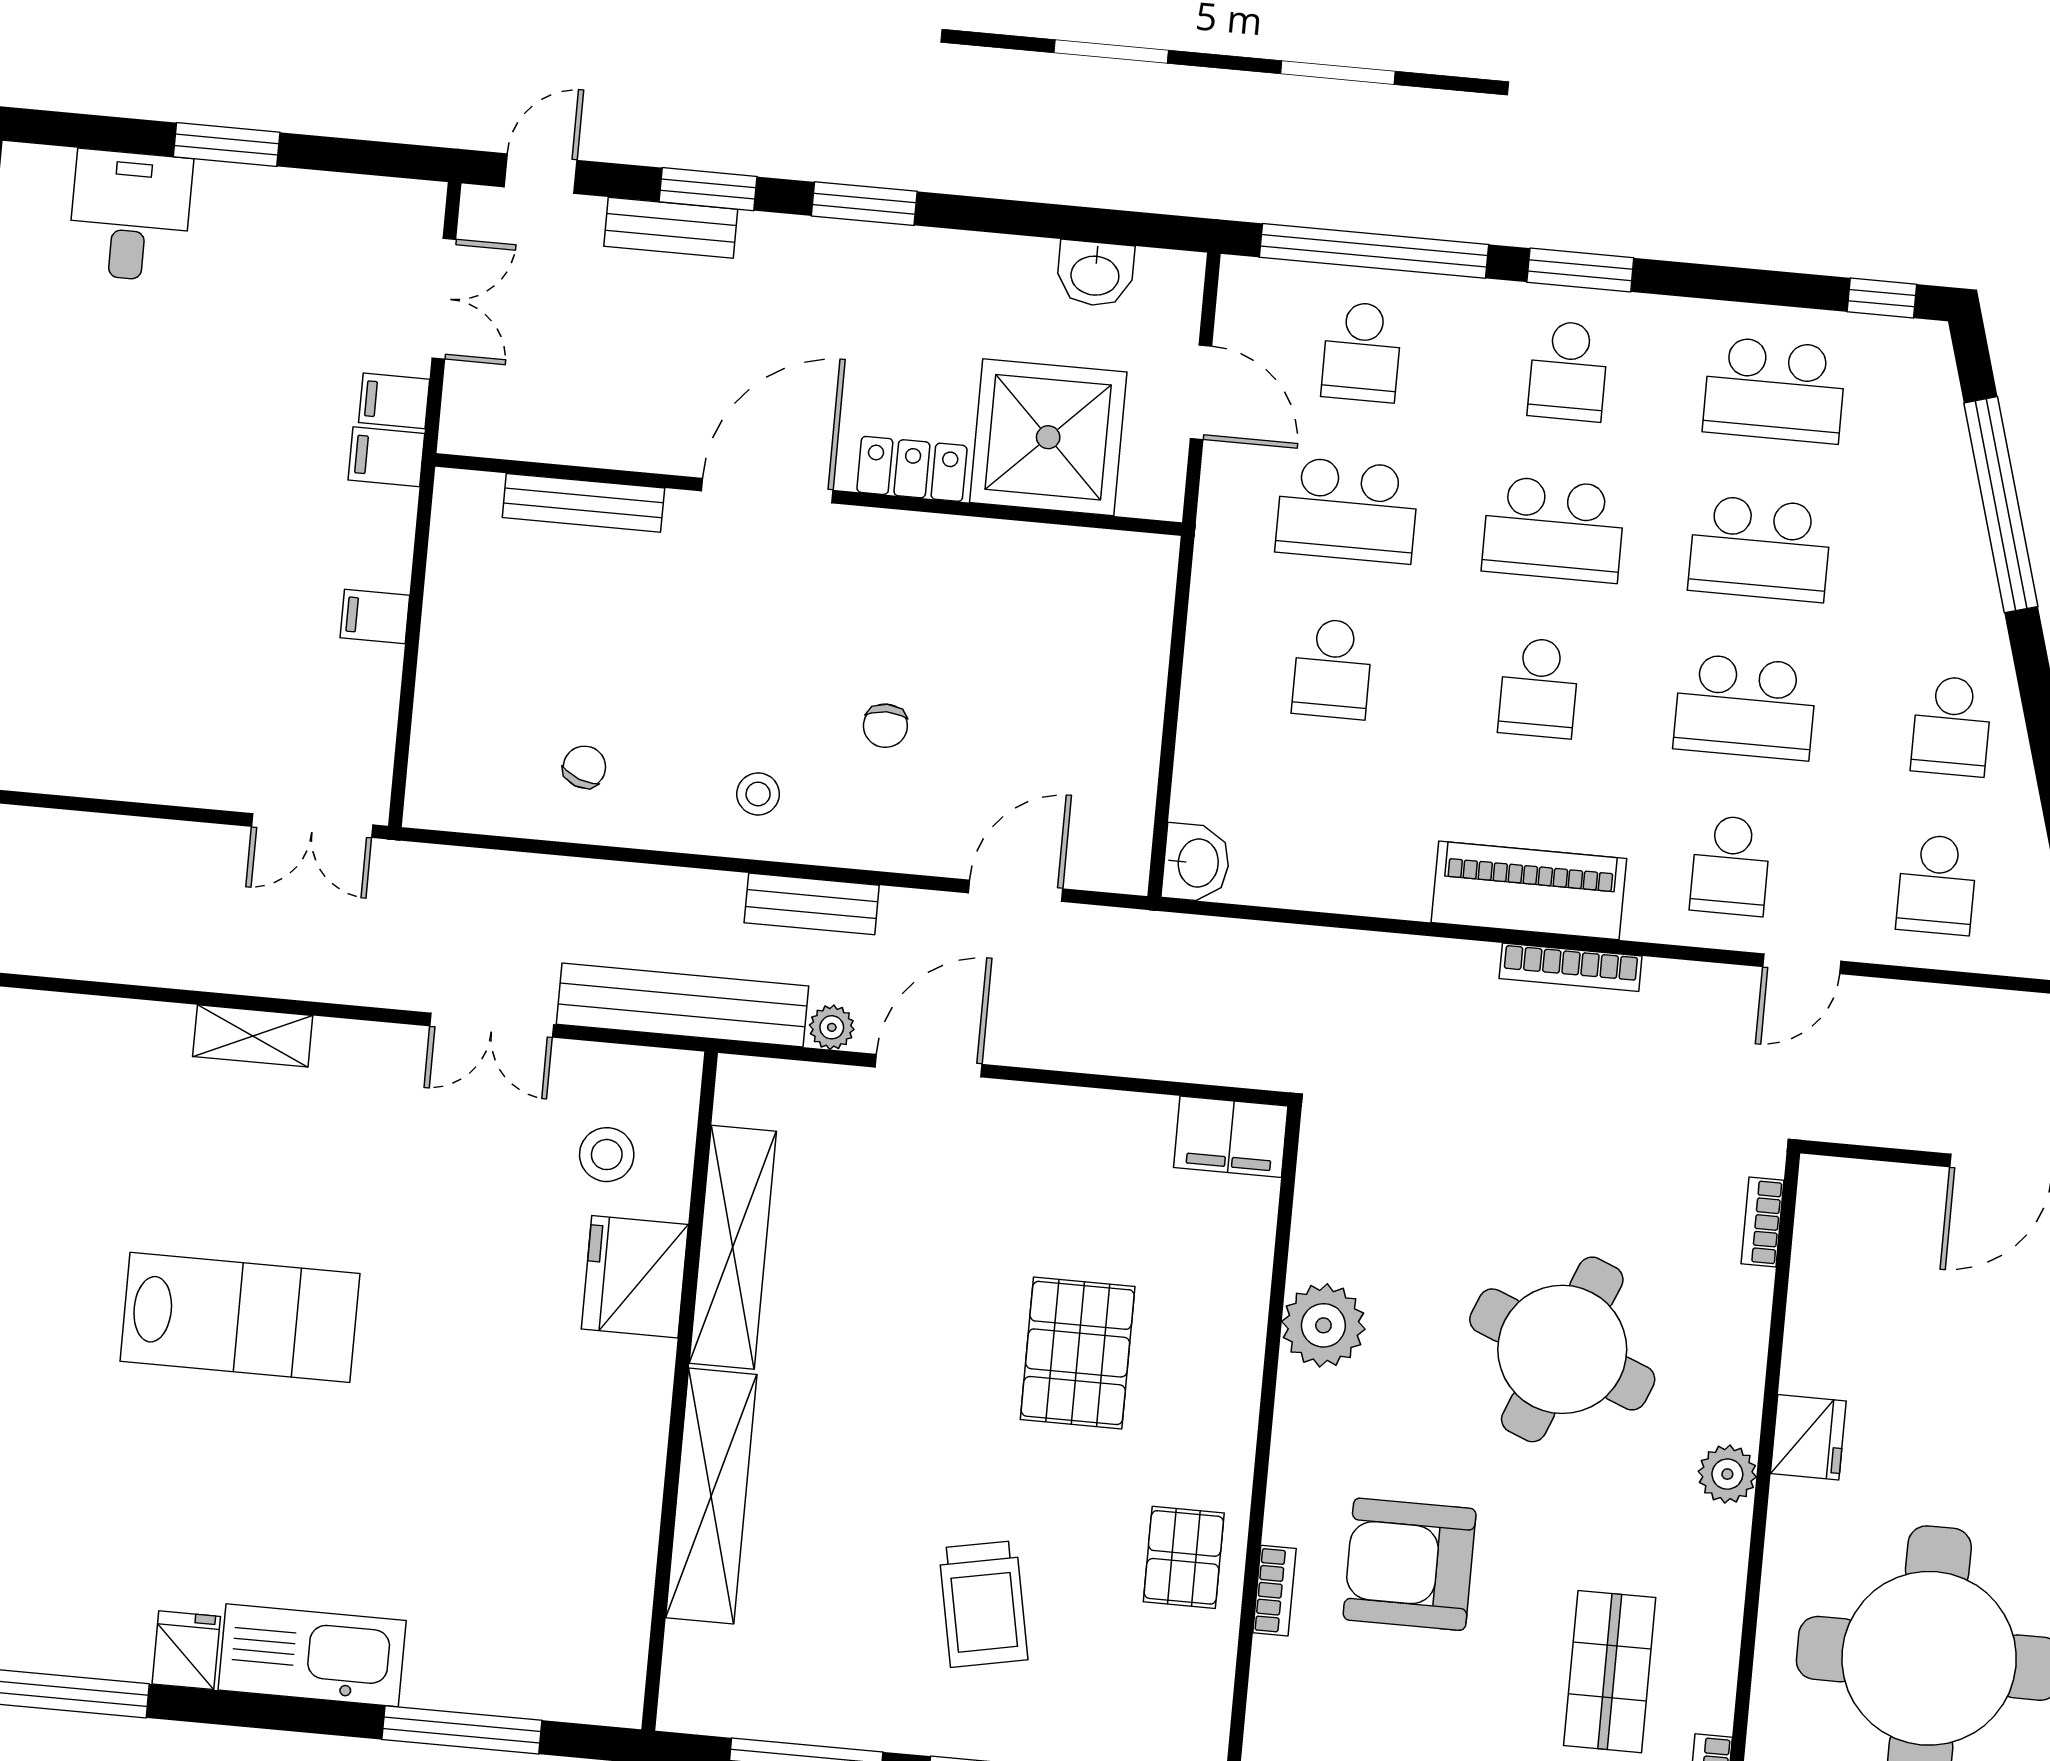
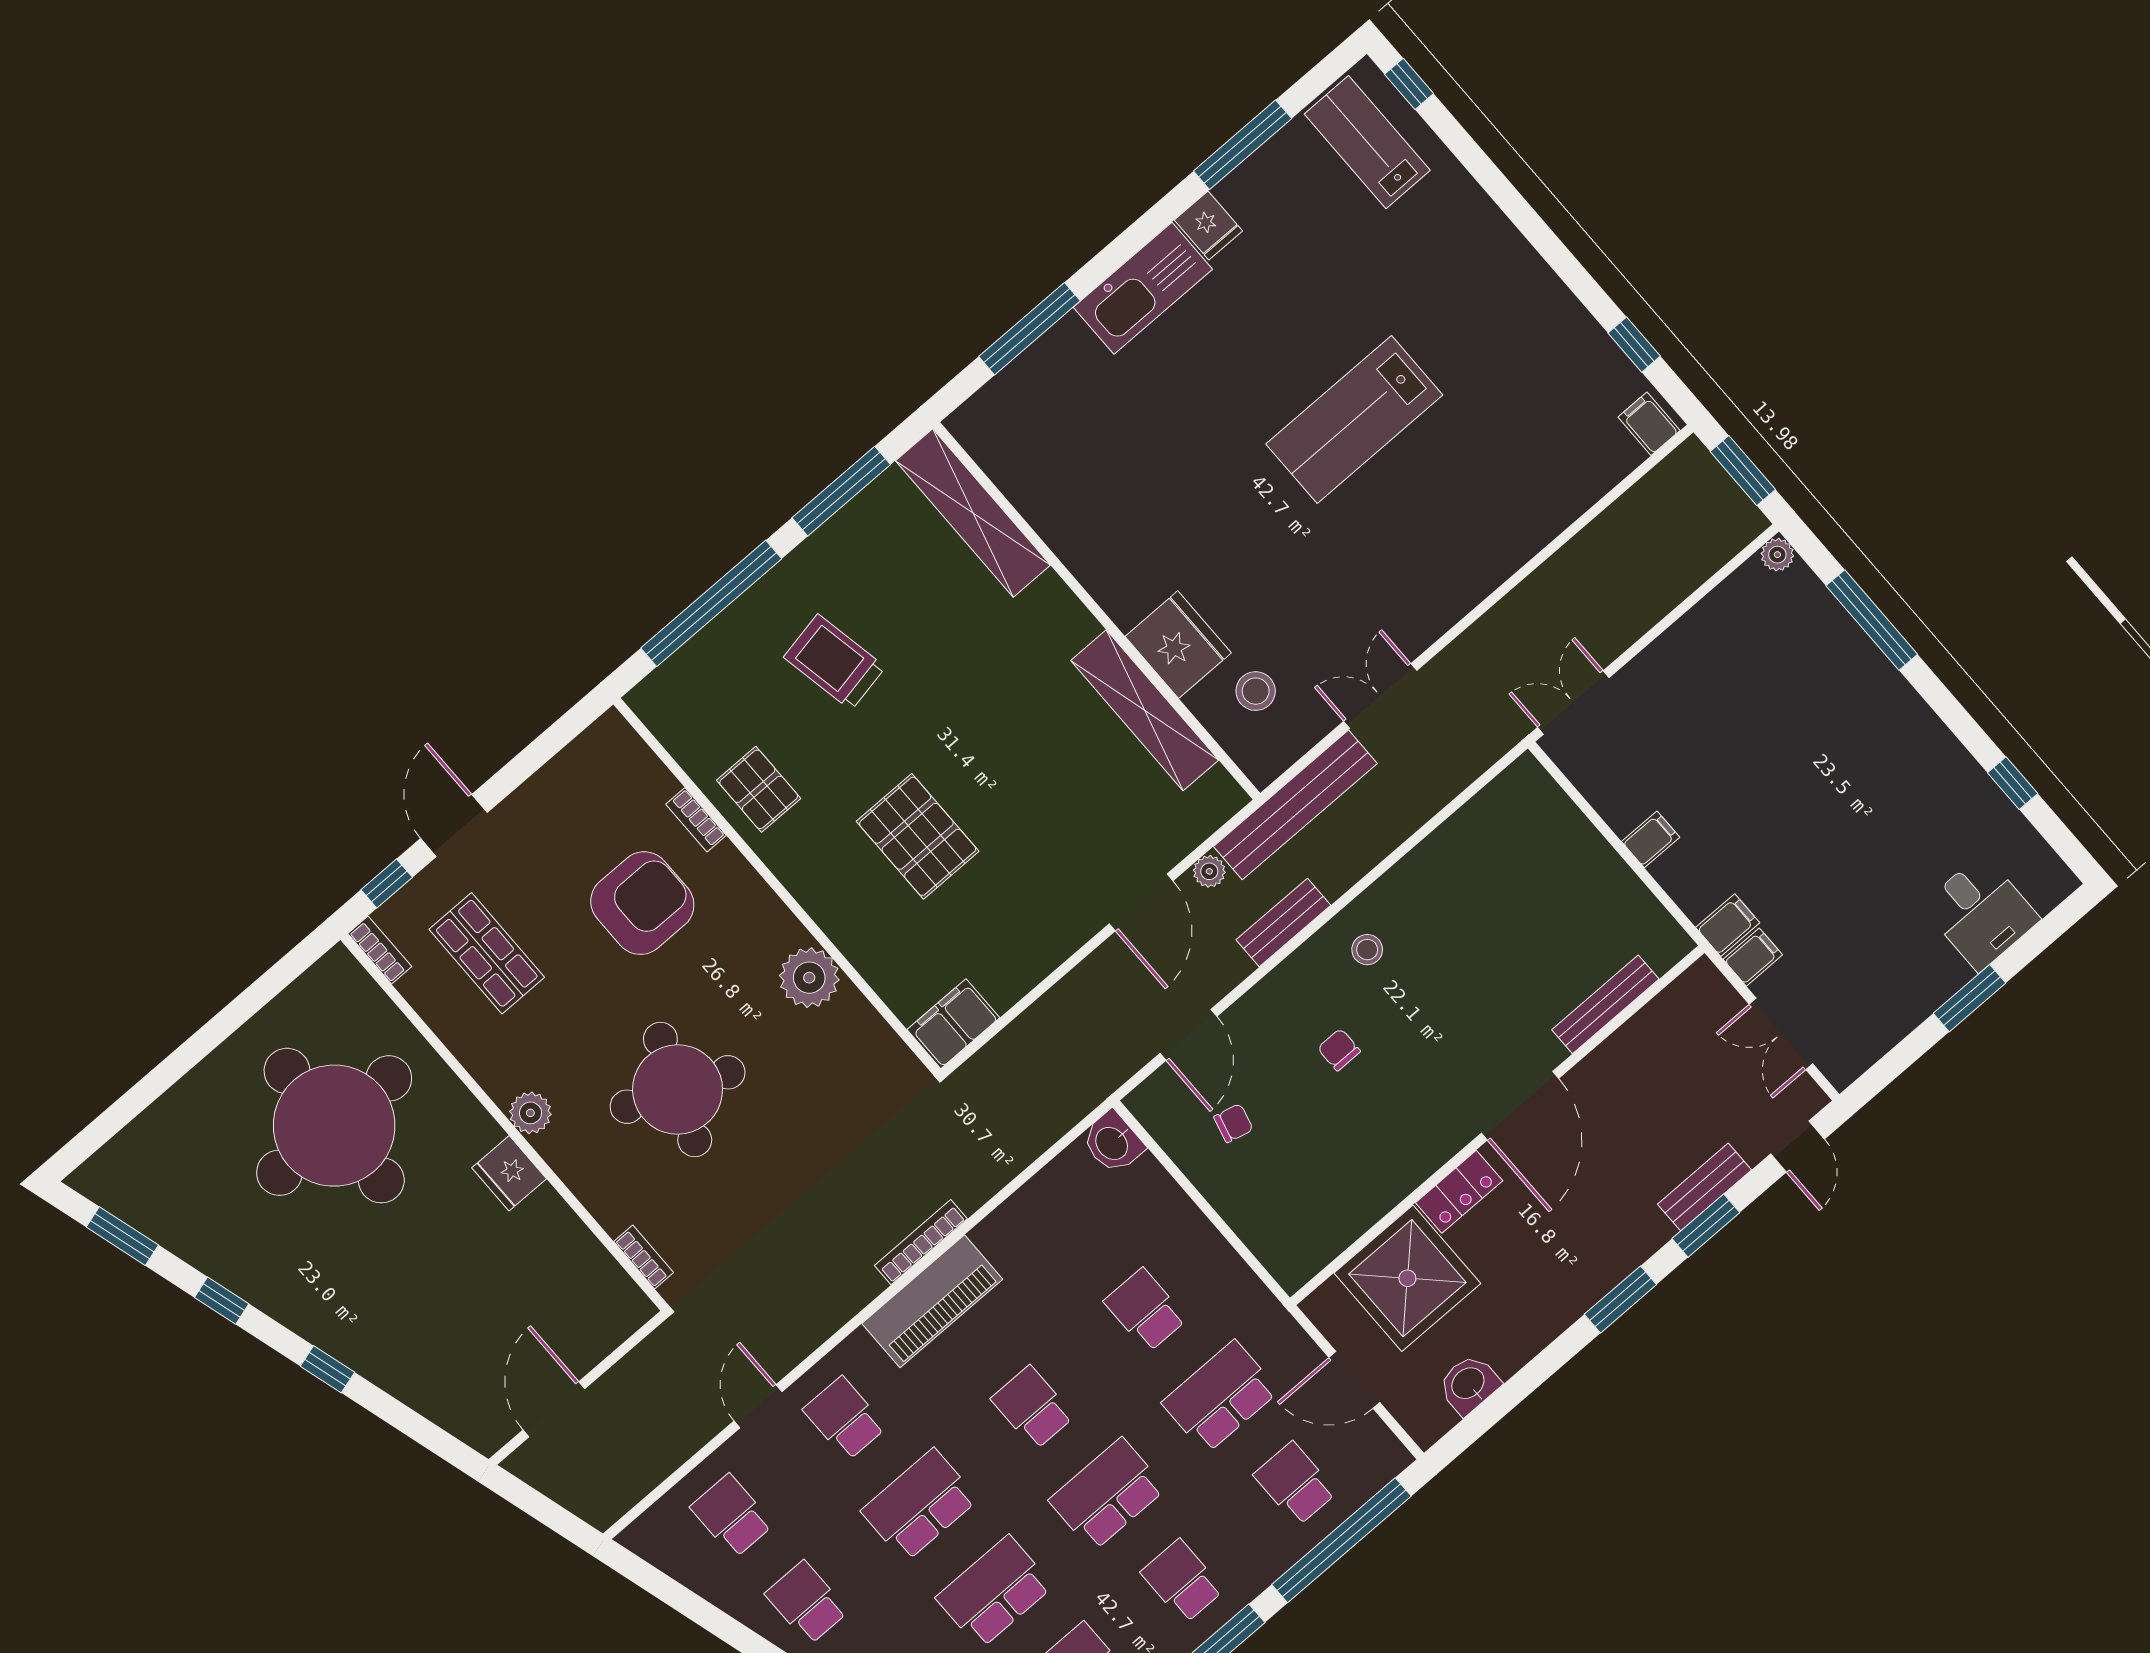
chair: (584, 767) -> (1233, 1123), moved, turned -97
bookcase: (1571, 967) -> (921, 1242), moved
shelving: (253, 1036) -> (1494, 567), removed
shelving: (711, 1496) -> (973, 513), moved

